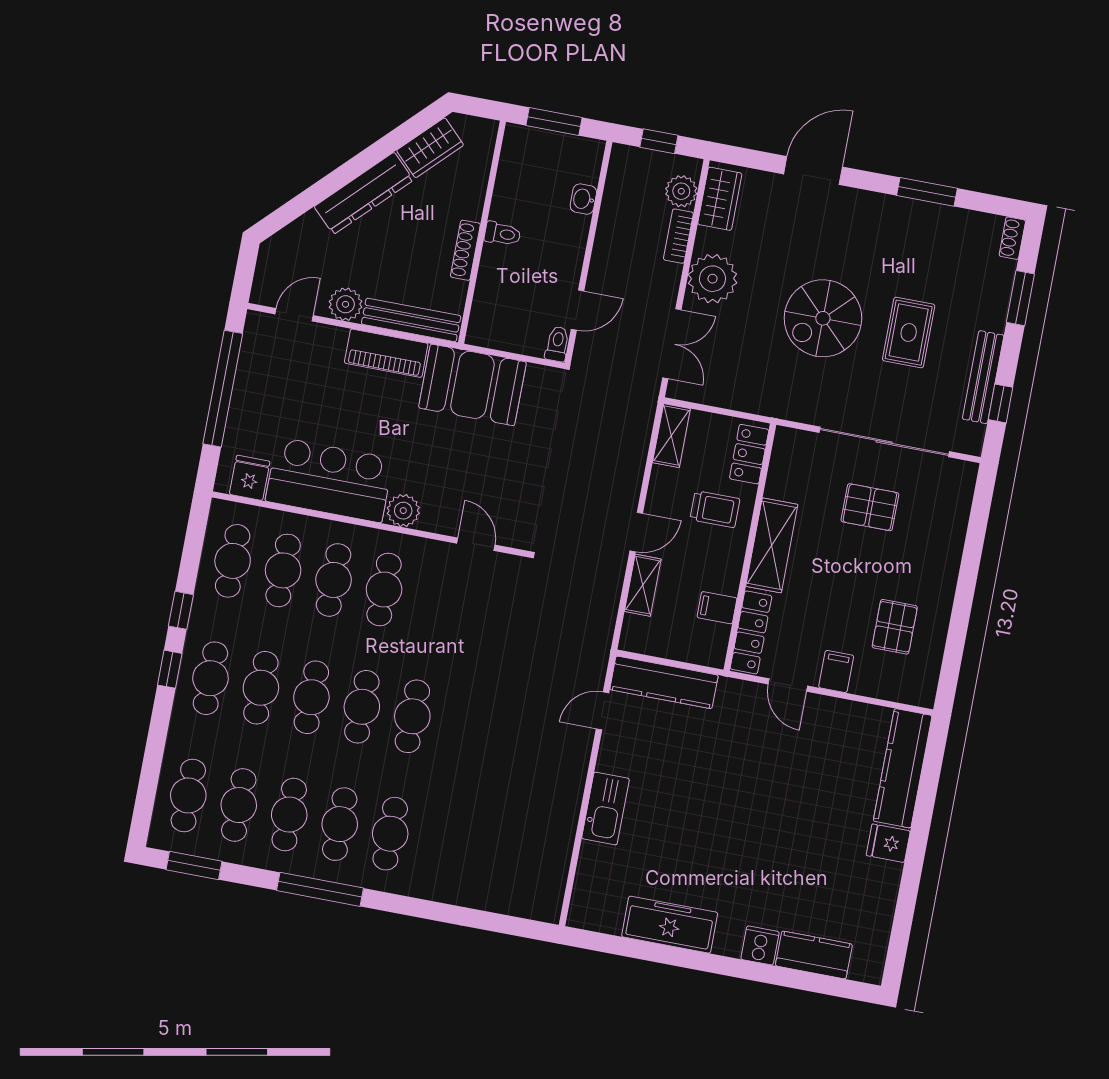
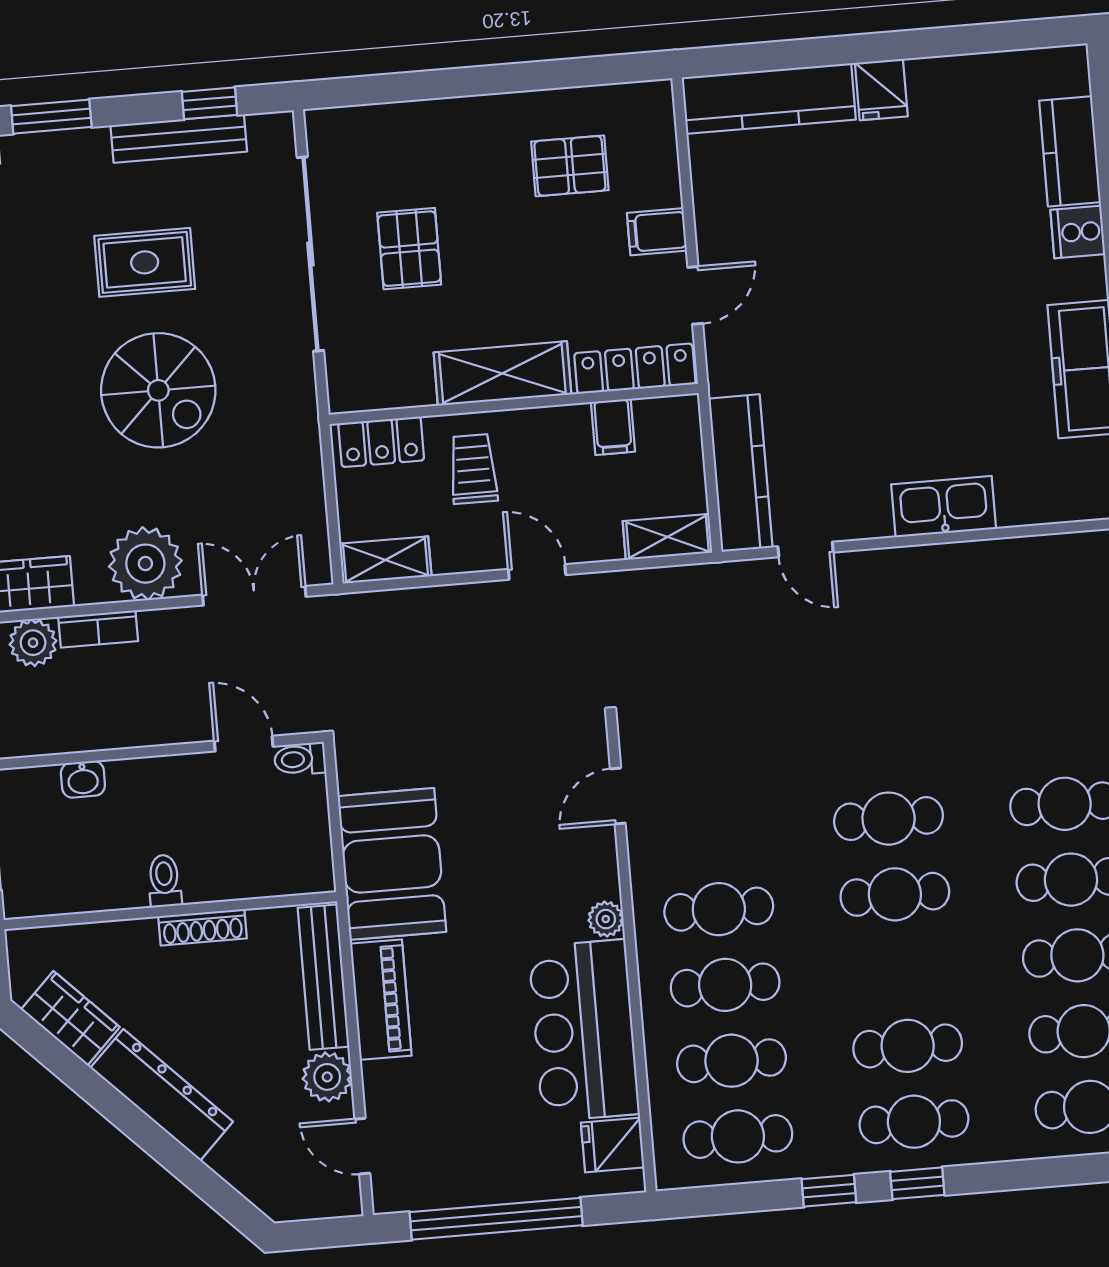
plant: (403, 511) -> (606, 919), width x0.73, depth x0.73
shelving: (643, 585) -> (667, 537), moved
cafe table: (311, 697) -> (901, 970), removed

